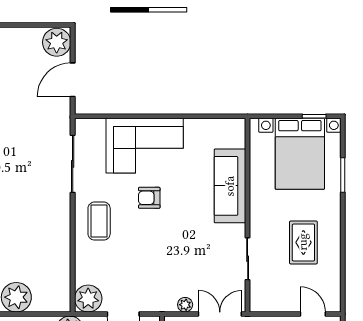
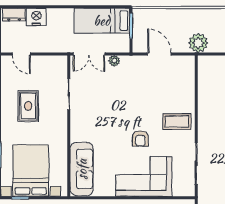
sofa: (230, 186) -> (82, 169), moved
armchair: (149, 198) -> (140, 138), turned 90
coffee table: (99, 221) -> (177, 122), turned 90
plant: (88, 299) -> (185, 65), removed

